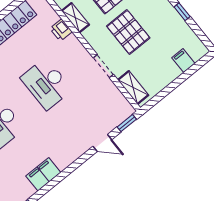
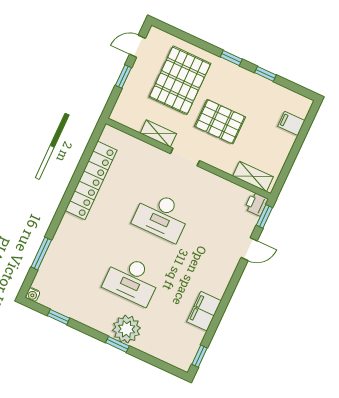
printer: (61, 30) -> (256, 204), moved, turned 90
doorway: (103, 66) -> (185, 157), moved

